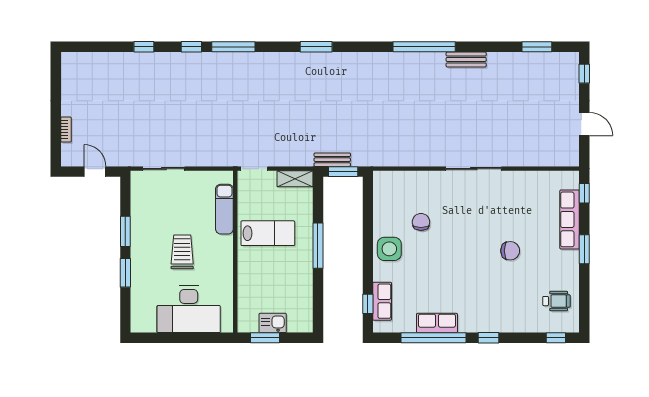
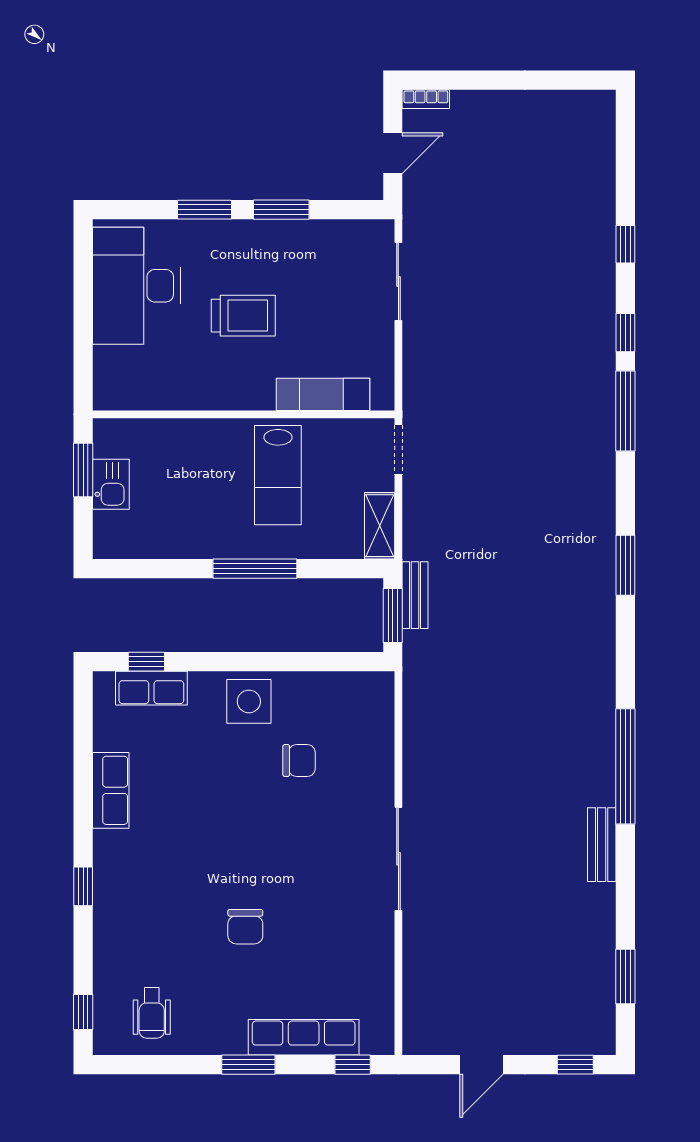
bookcase: (66, 130) -> (426, 99), moved
desk: (189, 309) -> (136, 286), moved
window: (433, 338) -> (83, 784), removed

